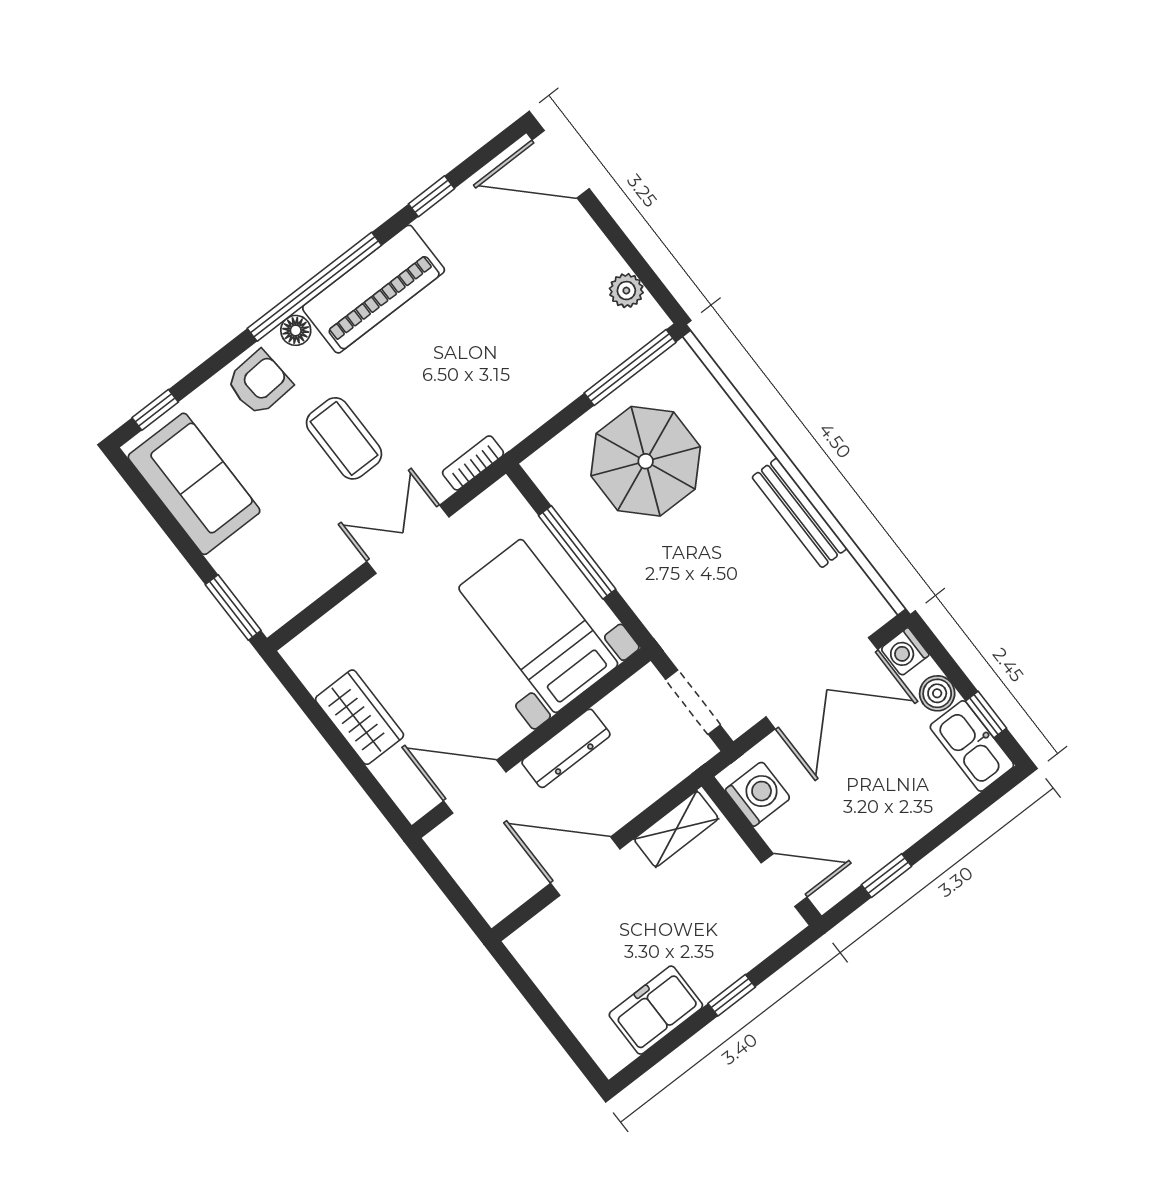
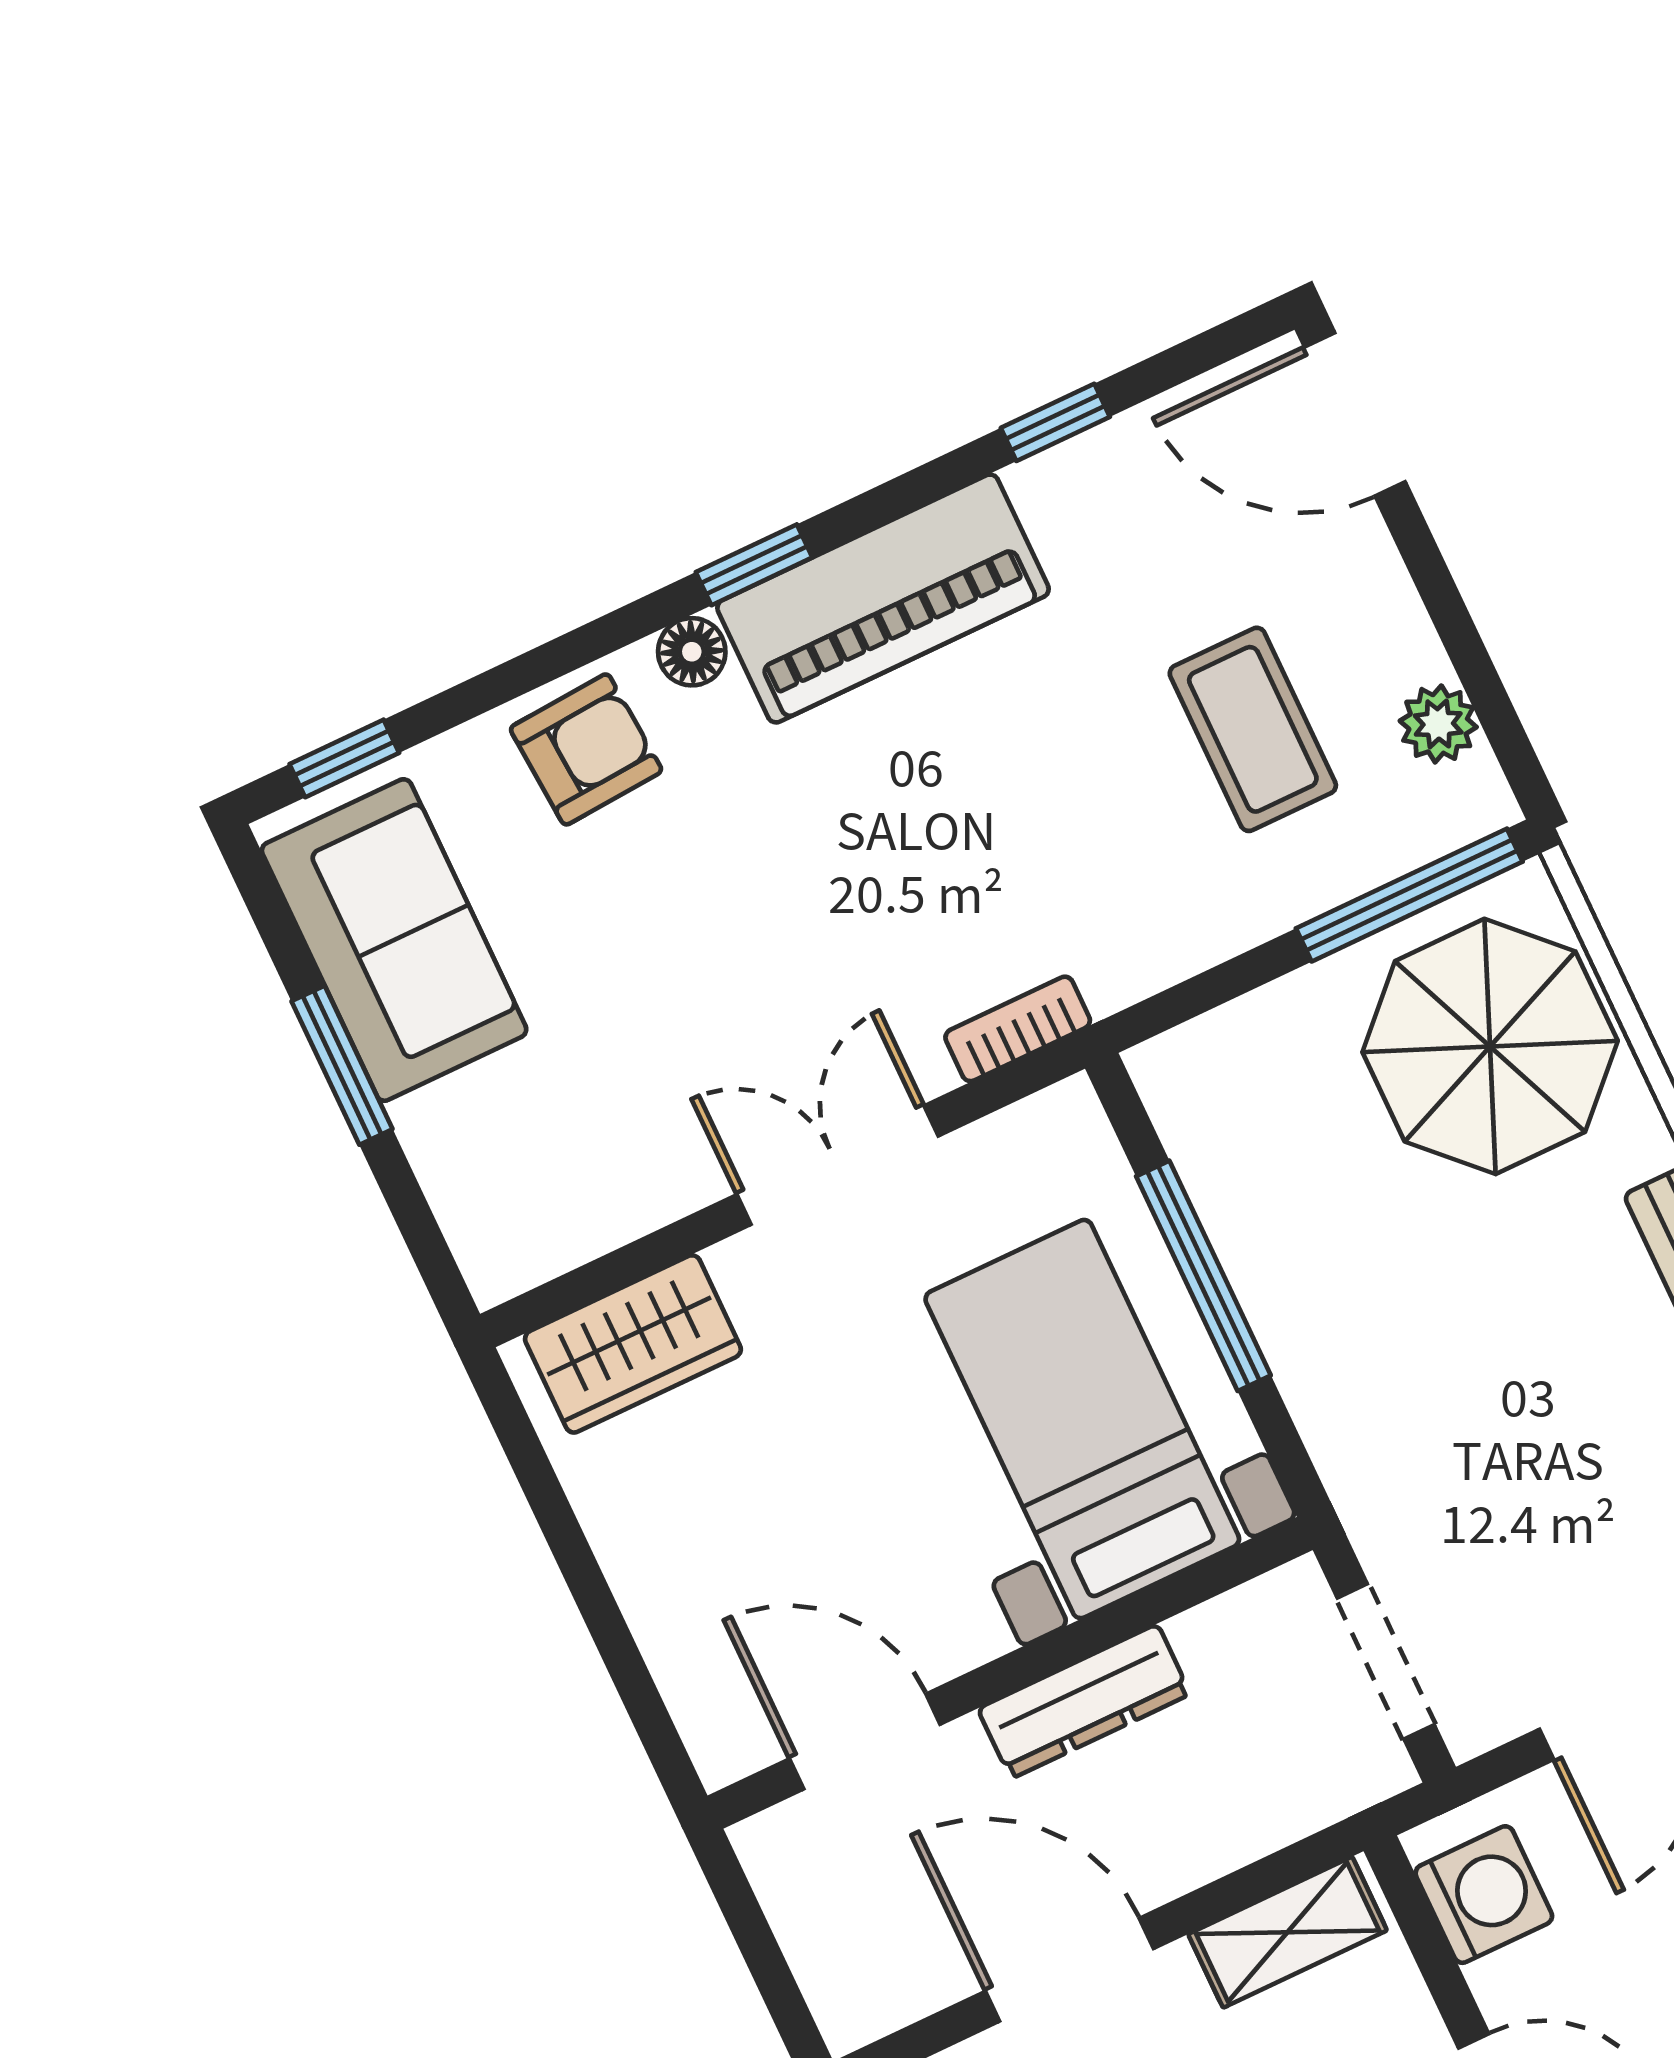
window: (314, 287) -> (754, 565), width x0.32
coffee table: (344, 438) -> (1253, 729), moved
parasol: (646, 461) -> (1490, 1046), moved
window: (233, 607) -> (342, 1065), moved
wardrobe: (360, 717) -> (633, 1344), moved, turned 90

